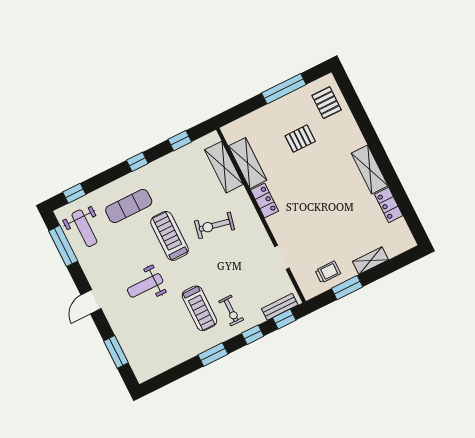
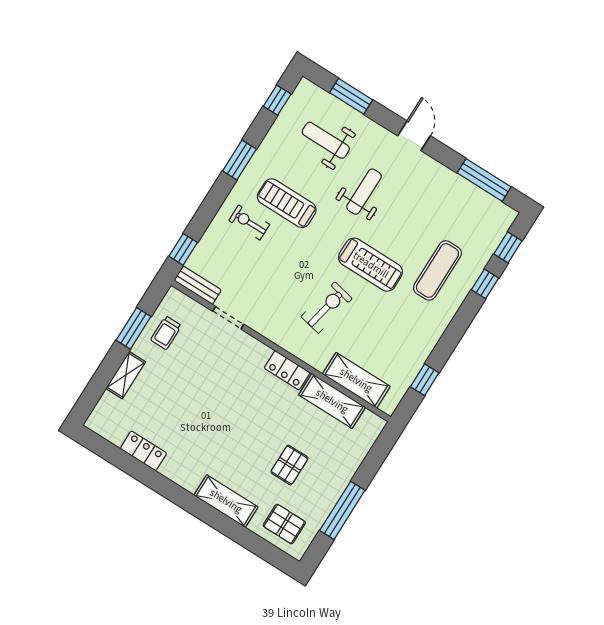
window: (137, 162) -> (485, 284), moved
shelving: (370, 169) -> (226, 501), moved
weight bench: (84, 228) -> (326, 140), moved
bench: (280, 307) -> (198, 285), moved, turned 90
window: (253, 335) -> (277, 100), moved

